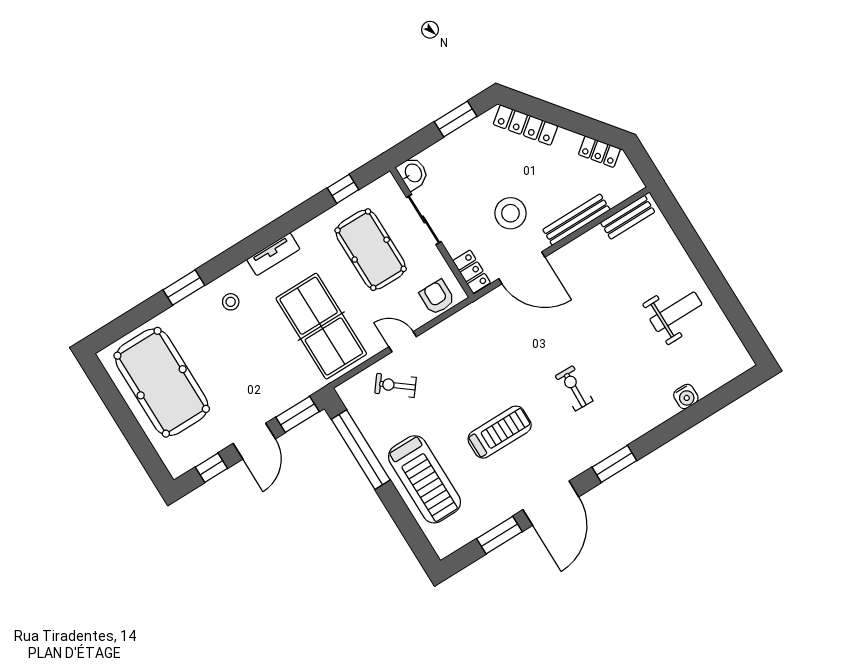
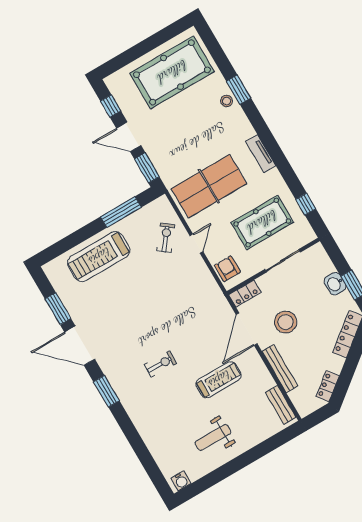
washbasin: (413, 173) -> (335, 284), moved, turned 90
armchair: (437, 297) -> (227, 269), turned -90
stool: (231, 302) -> (226, 101), moved
weight bench: (676, 312) -> (213, 437), turned 90
water cooler: (686, 397) -> (181, 481), moved, turned -90
treadmill: (500, 432) -> (219, 380), moved, turned -90
window: (361, 450) -> (121, 212), width x0.68

